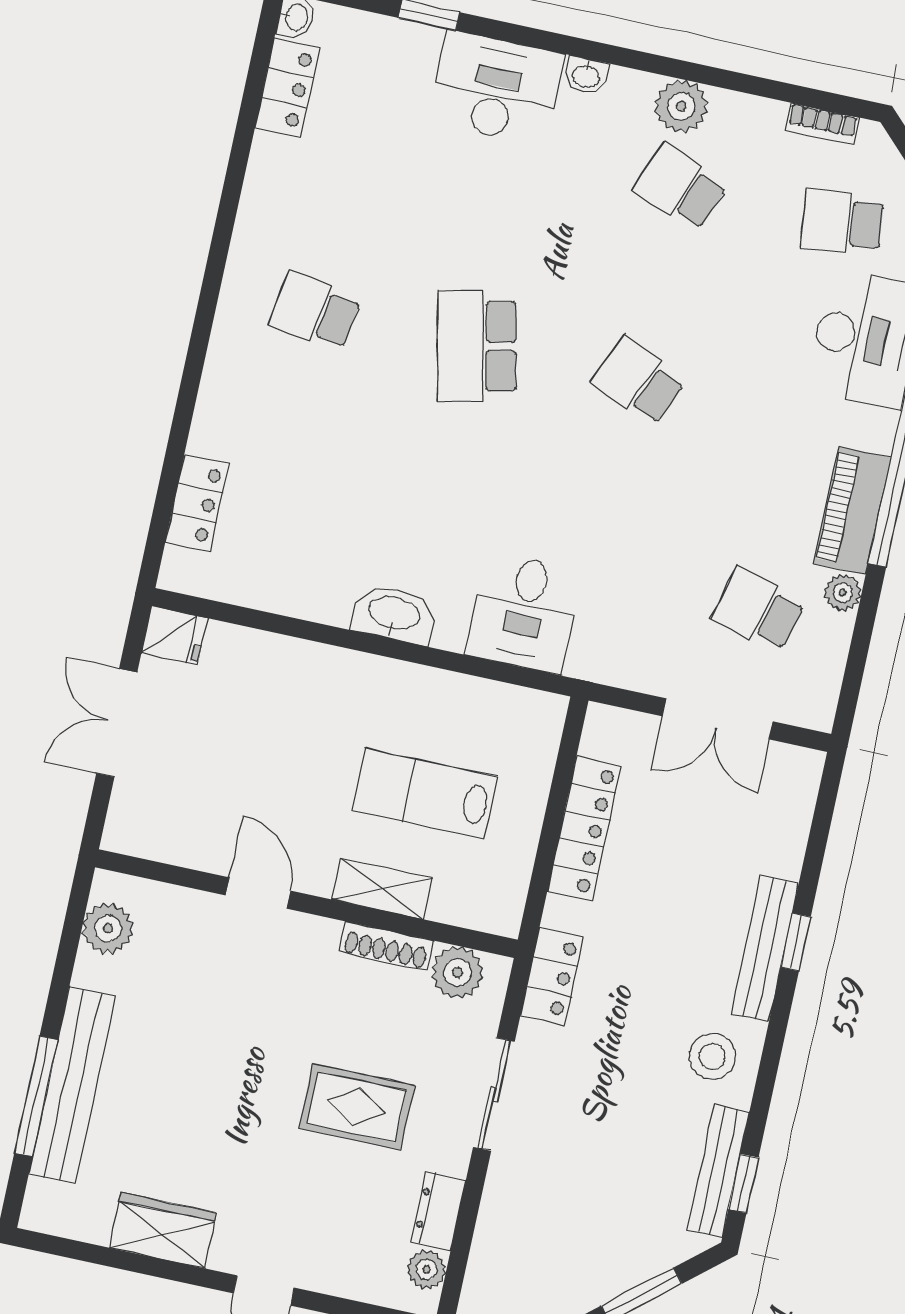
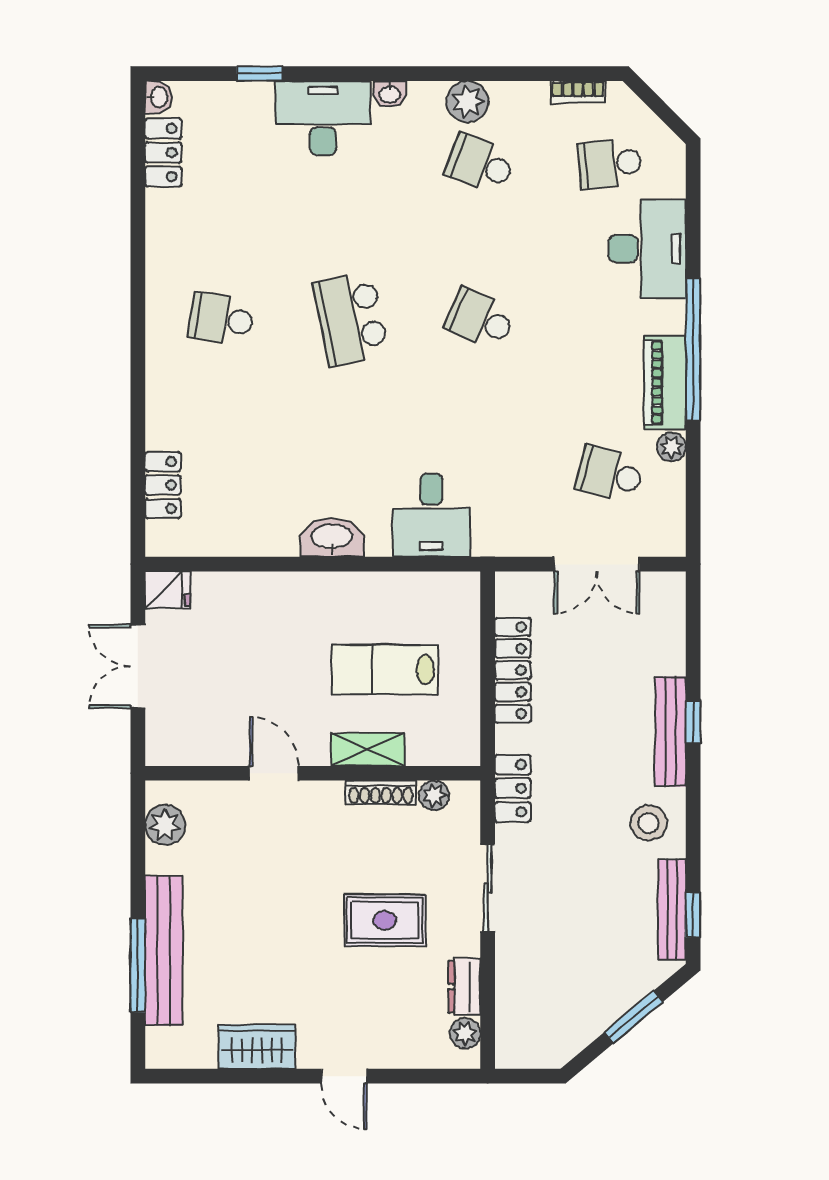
plant: (457, 972) -> (434, 795), width x0.73, depth x0.73

